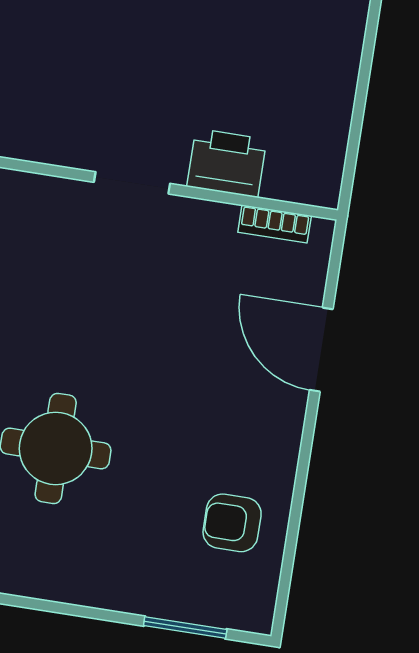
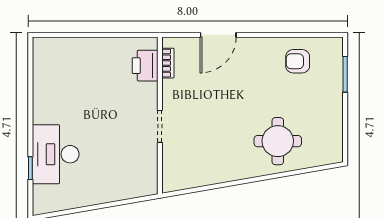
printer: (227, 163) -> (145, 66), moved
armchair: (232, 523) -> (298, 61), turned 90

